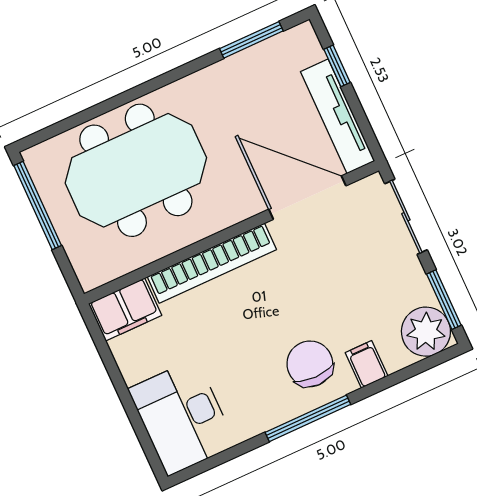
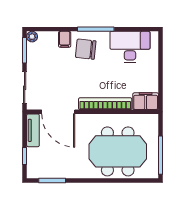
tv unit: (338, 116) -> (33, 130), width x0.71
plant: (426, 332) -> (32, 37), width x0.53, depth x0.53
chair: (310, 364) -> (86, 49), turned 96
desk: (182, 417) -> (130, 47), moved, turned -90

